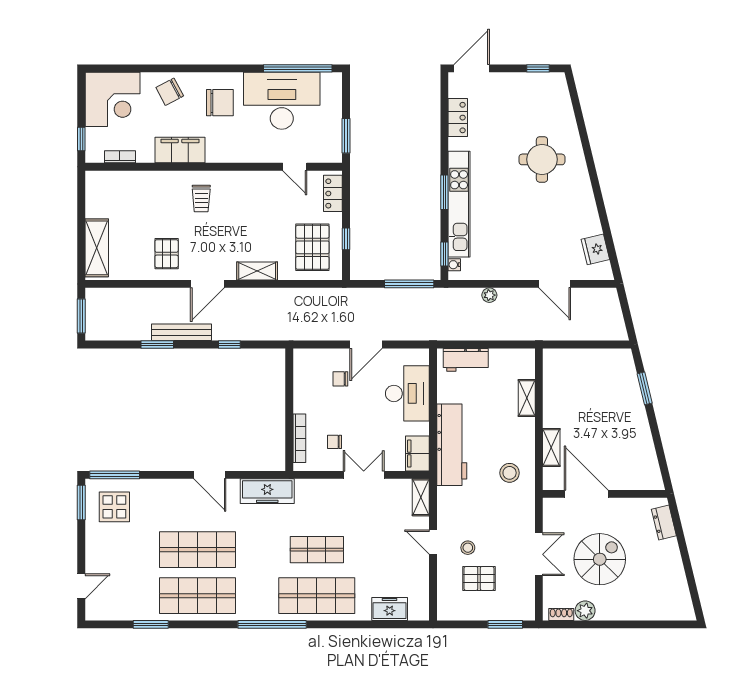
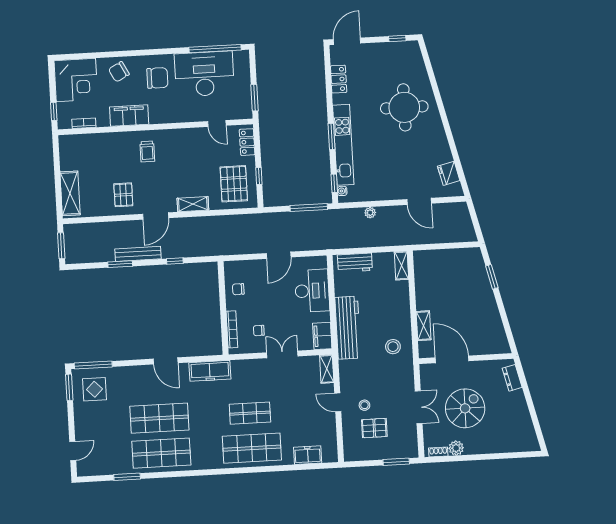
round table: (542, 159) -> (404, 107), width x1.36, depth x1.36
chair: (340, 379) -> (238, 289), moved
shelving: (527, 398) -> (401, 266), moved
window: (272, 624) -> (219, 472), removed

